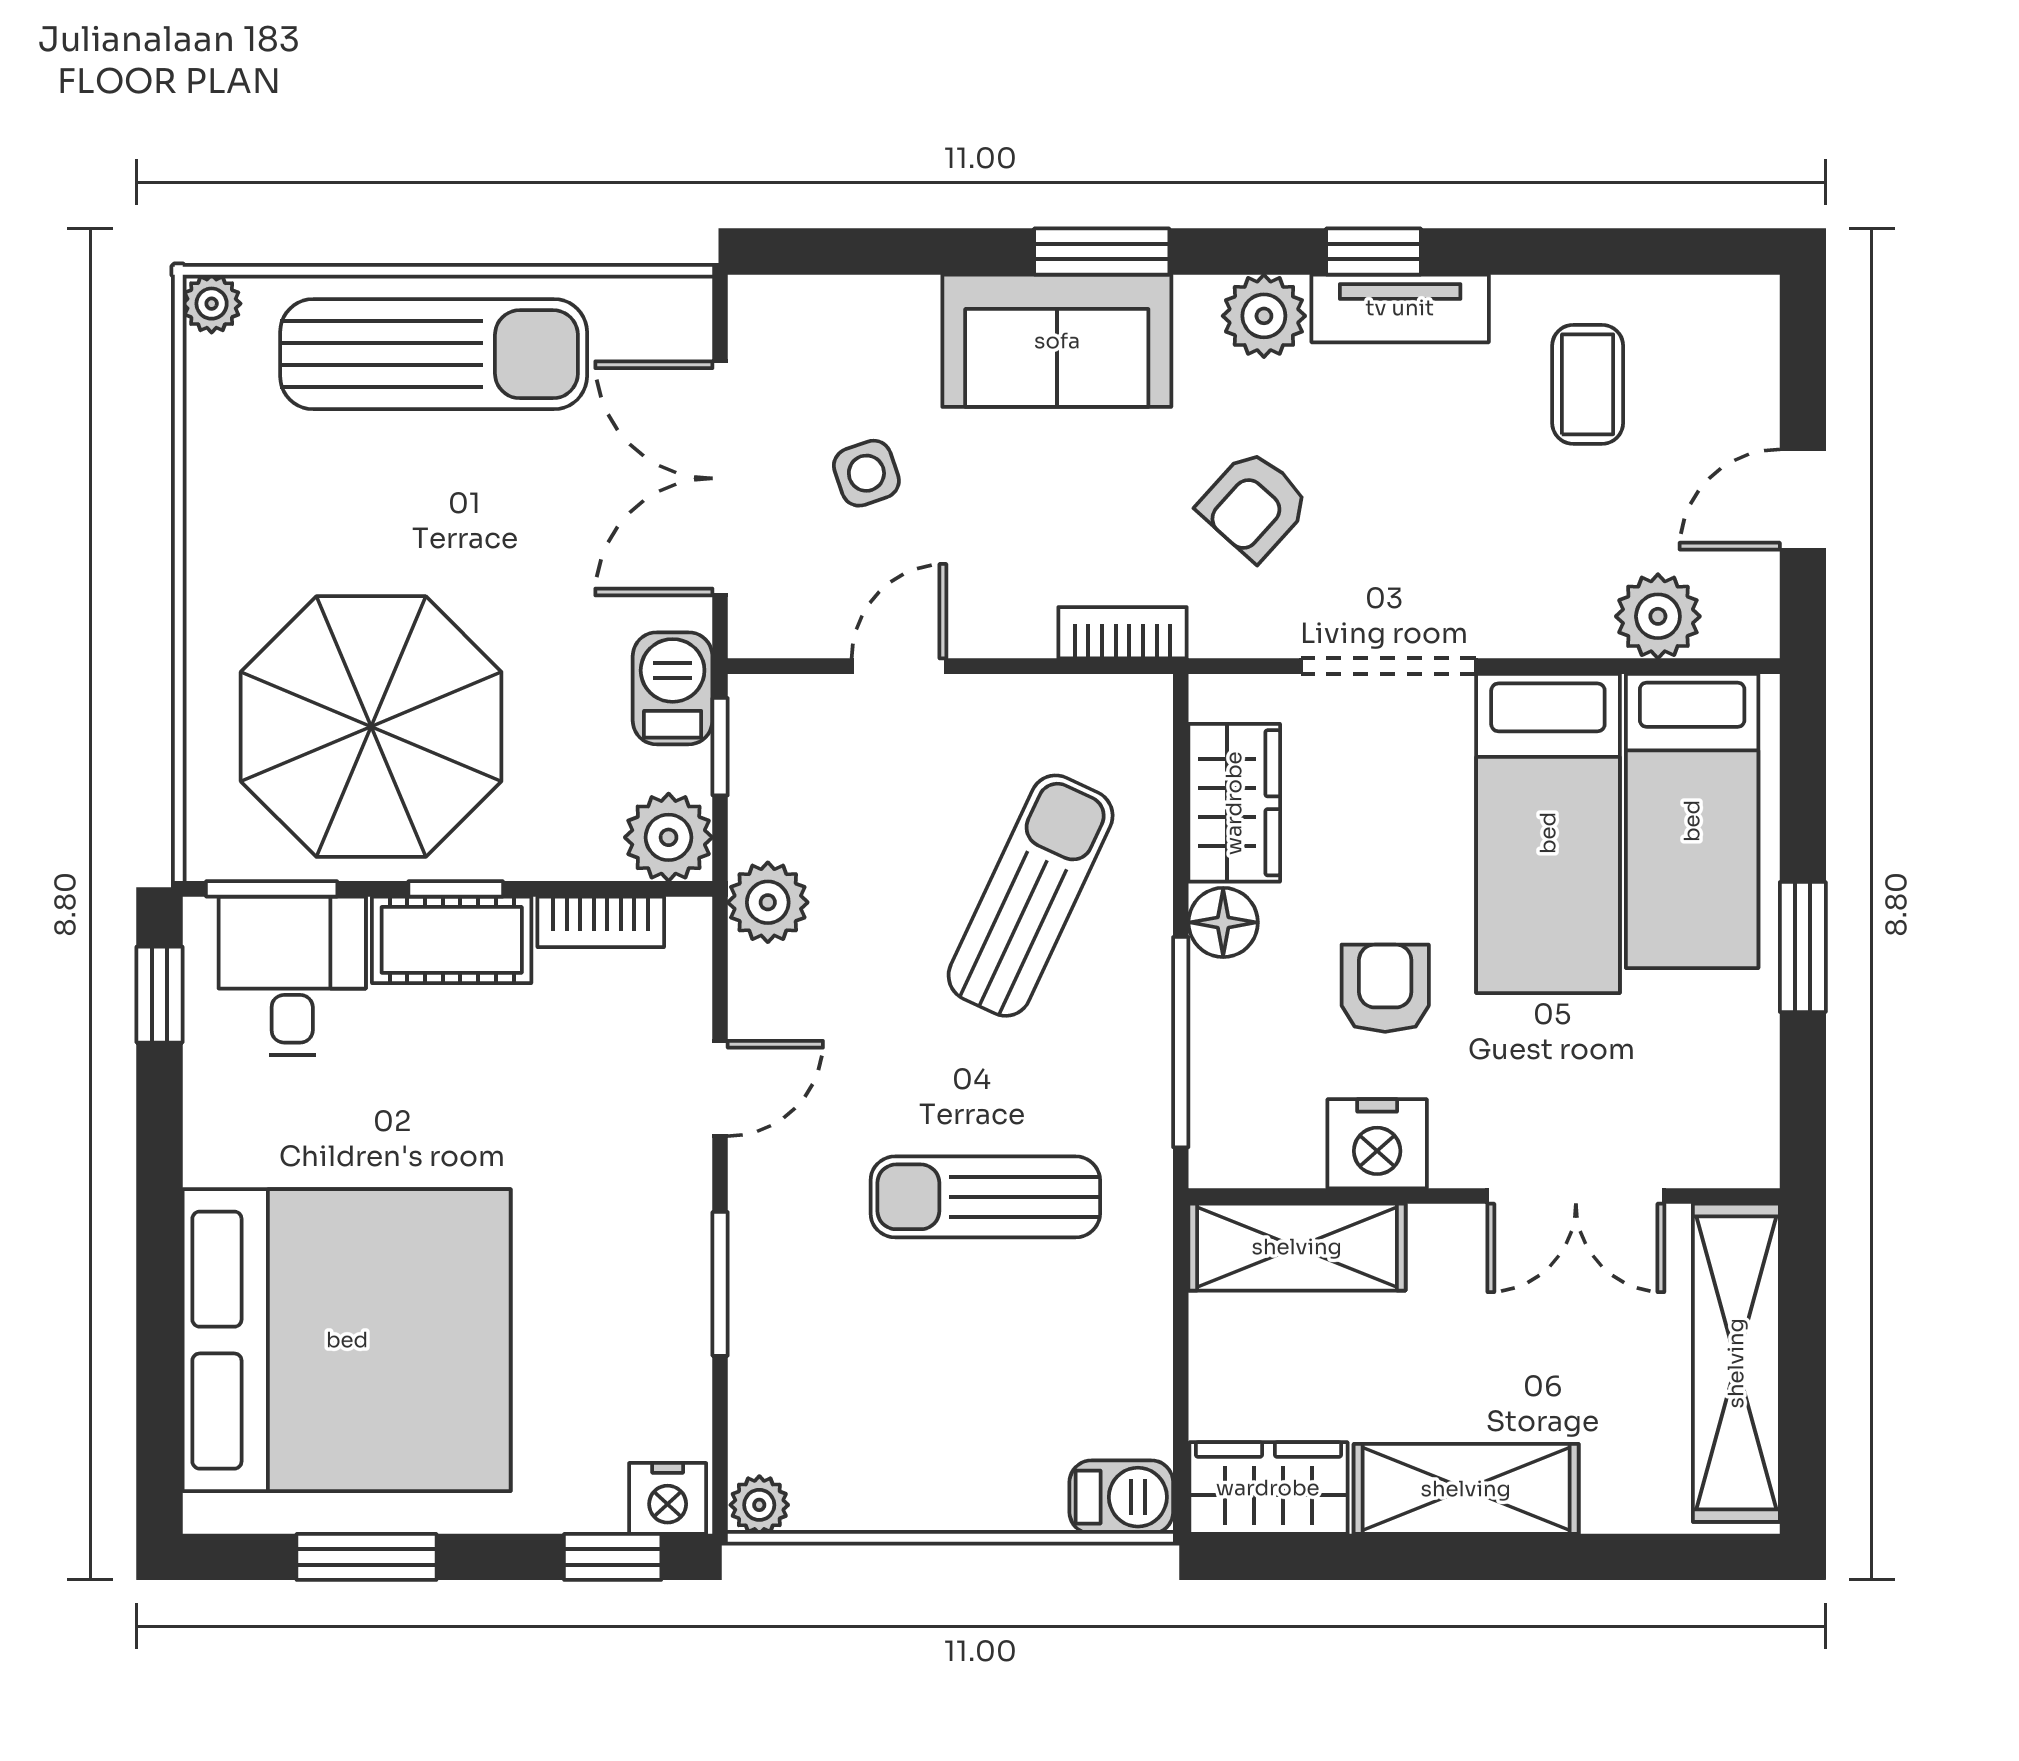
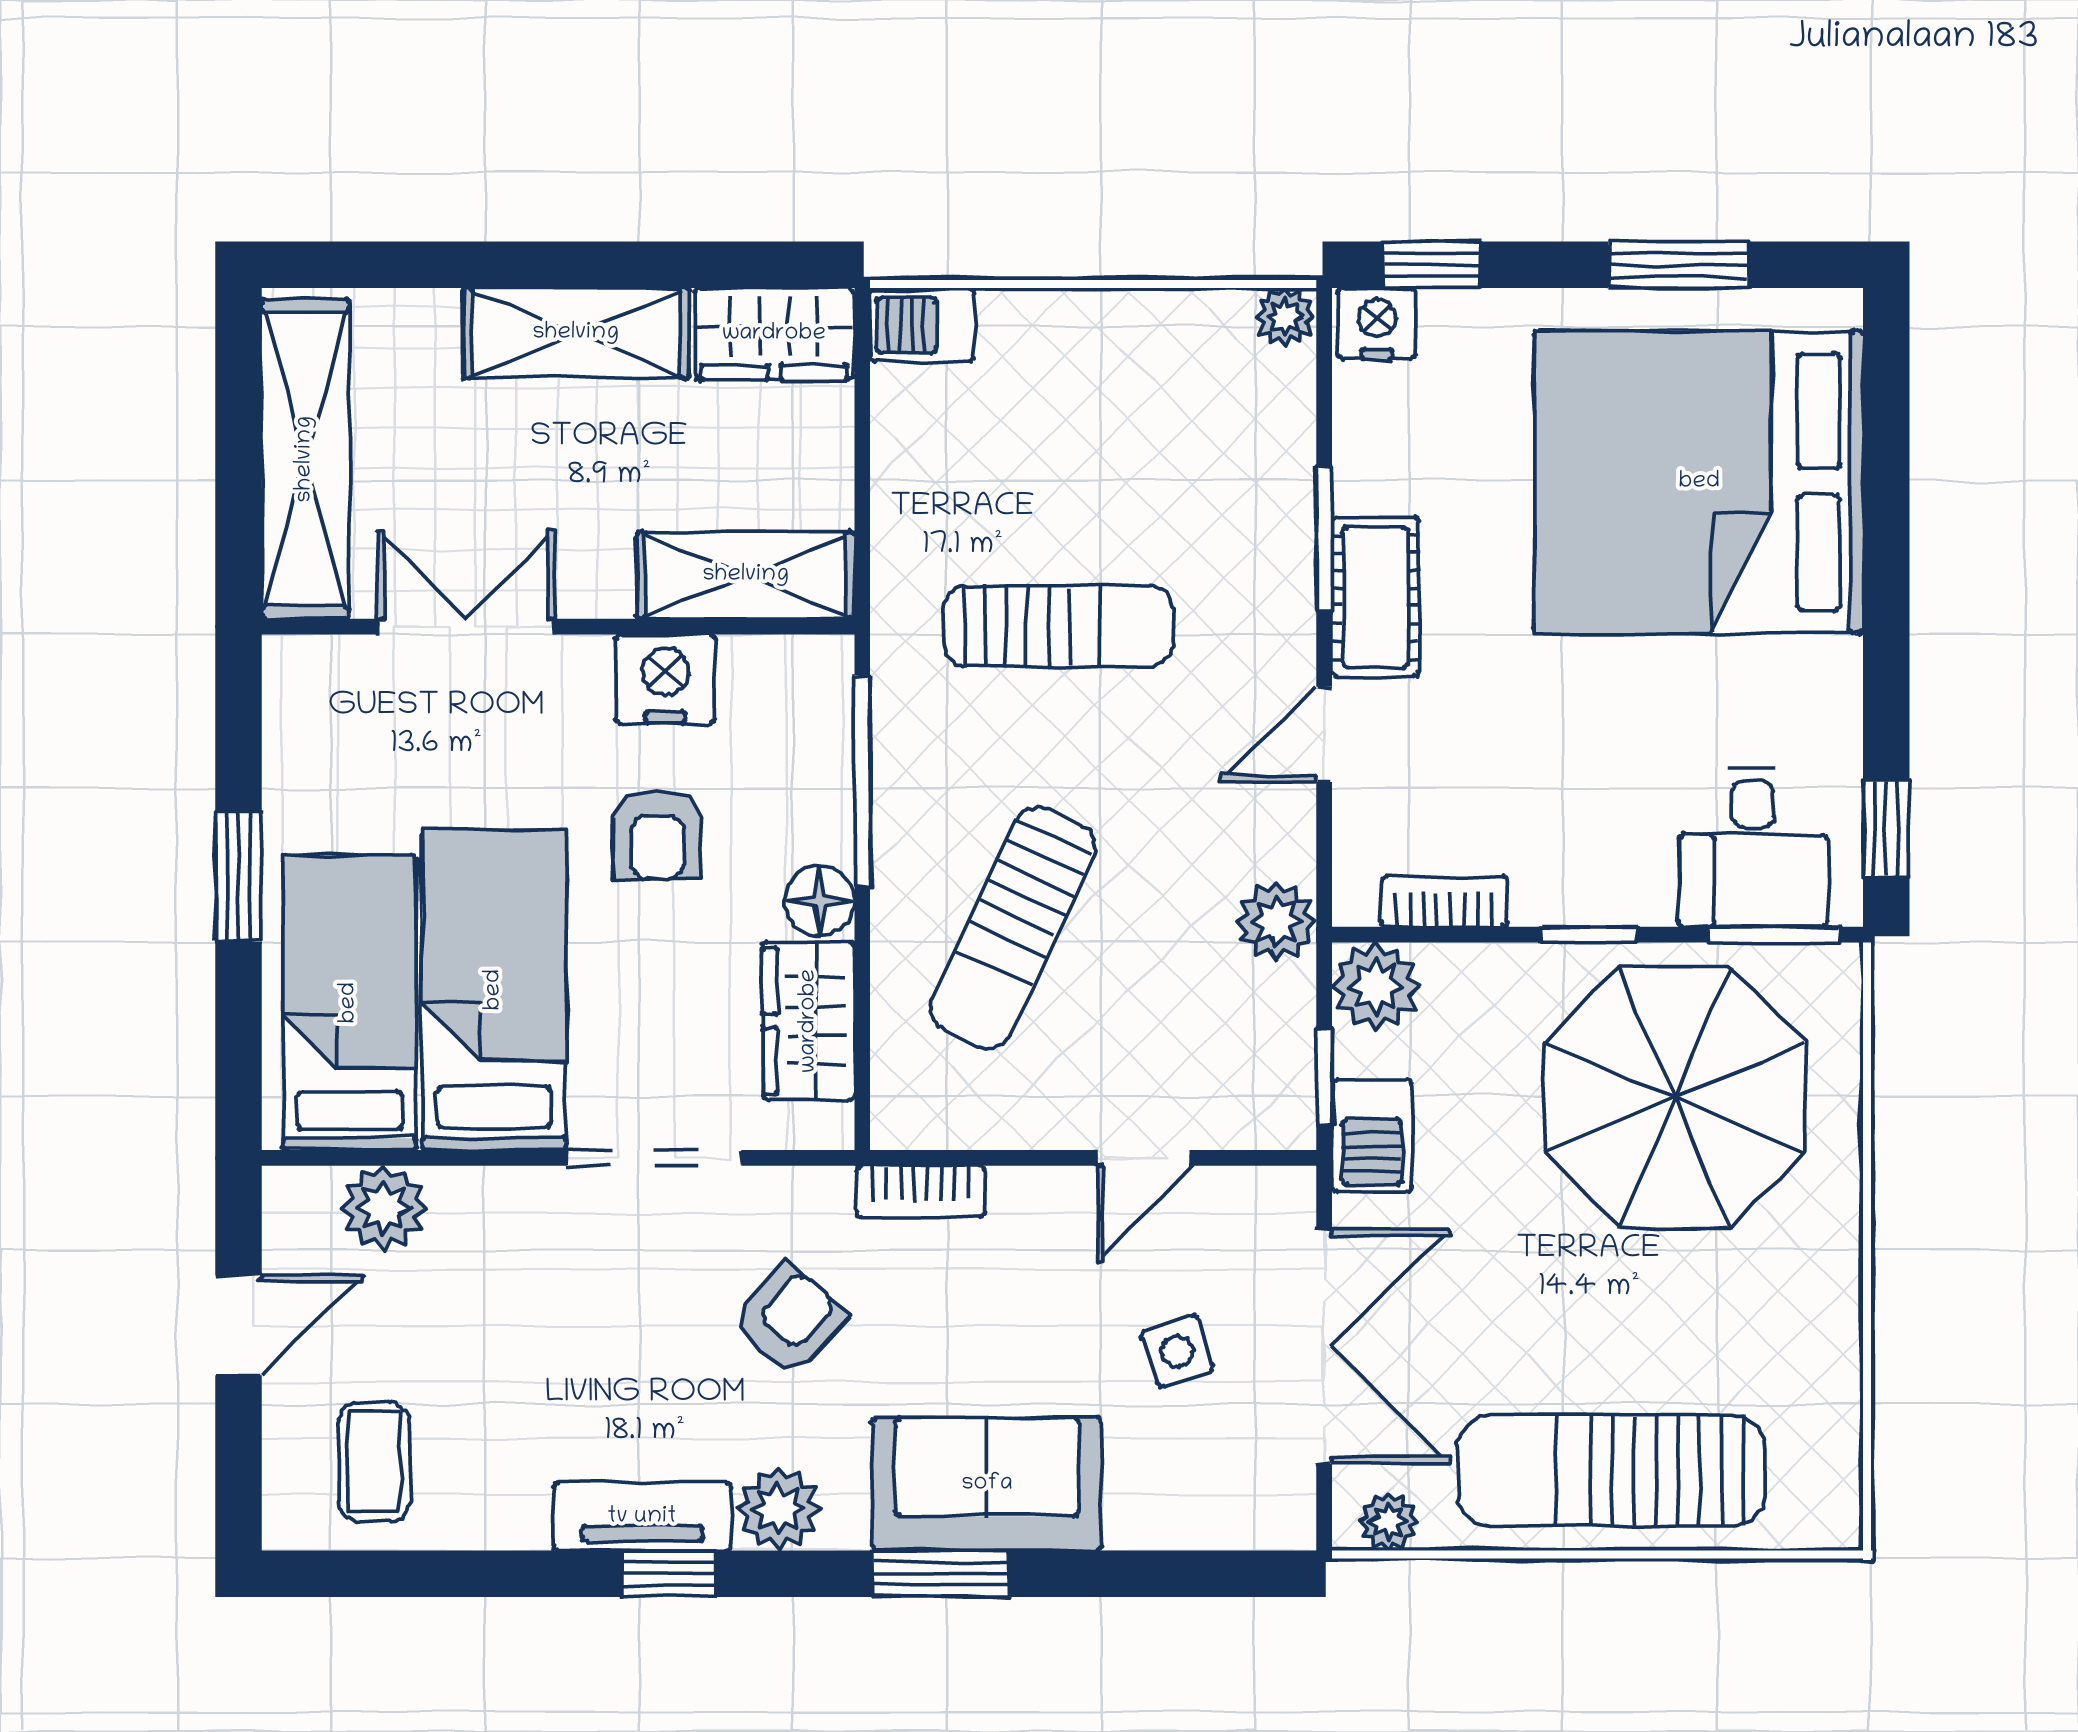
plant: (212, 304) -> (1389, 1521), moved
coffee table: (1588, 384) -> (374, 1462), moved
cot: (452, 940) -> (1375, 597), moved, turned 90

